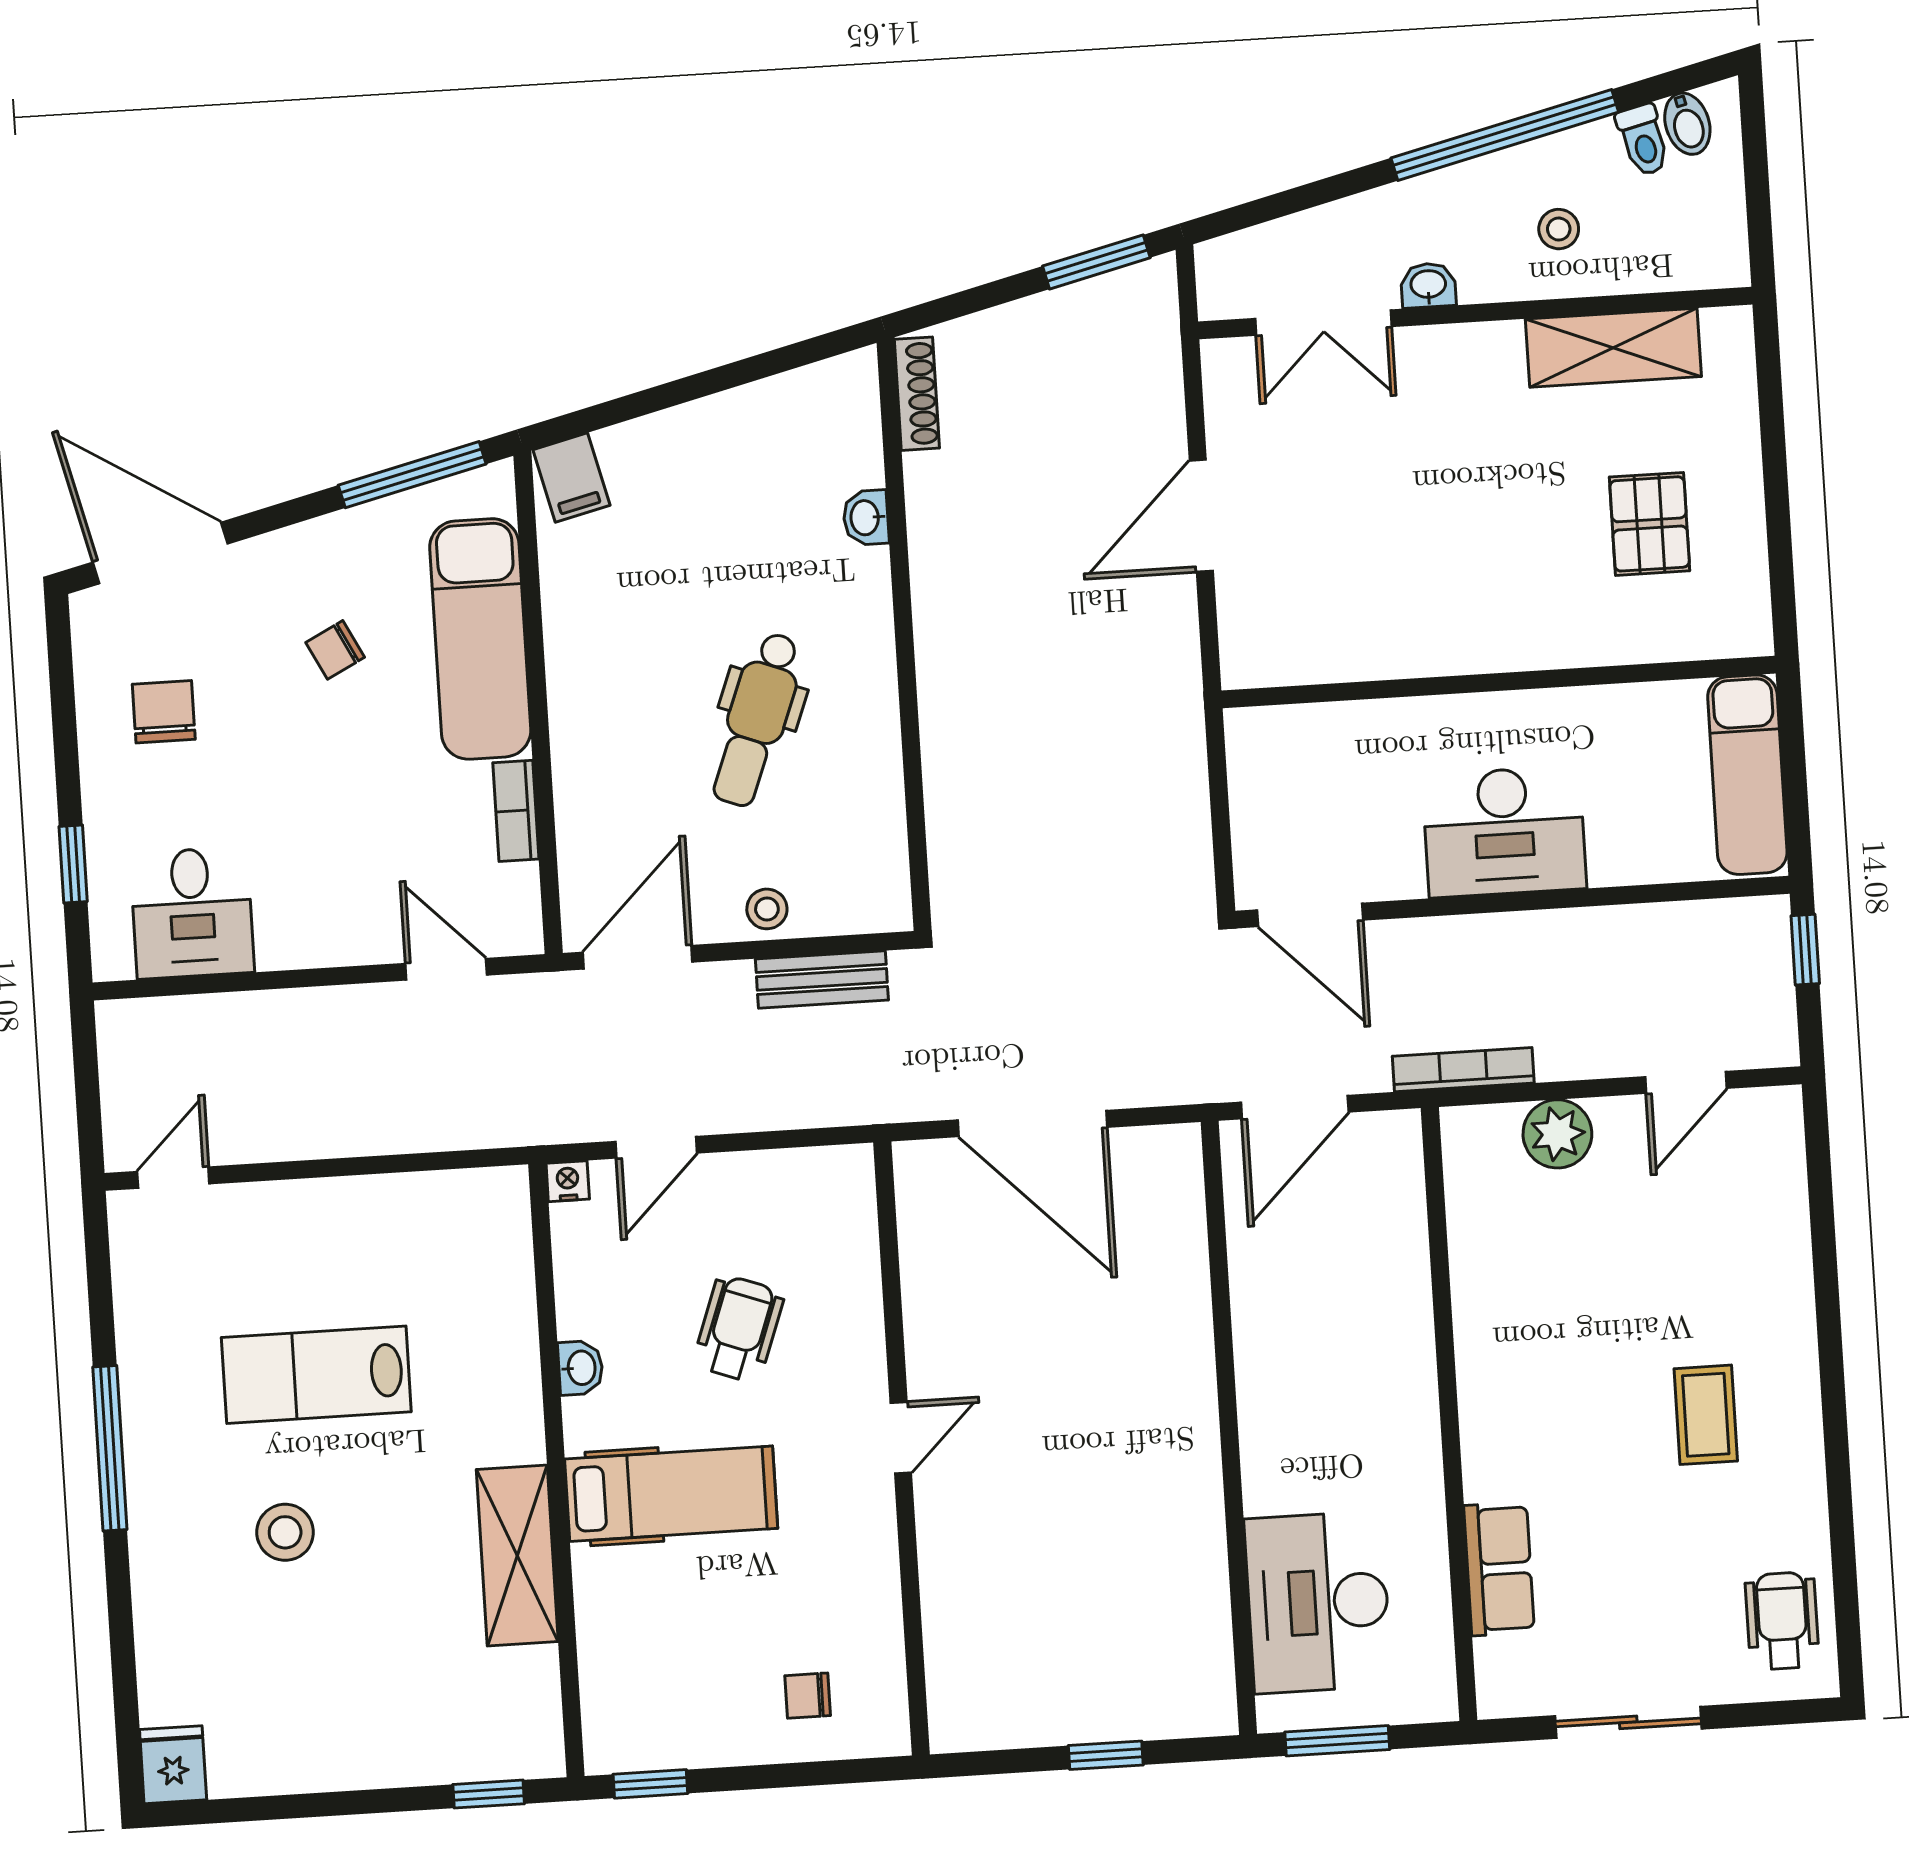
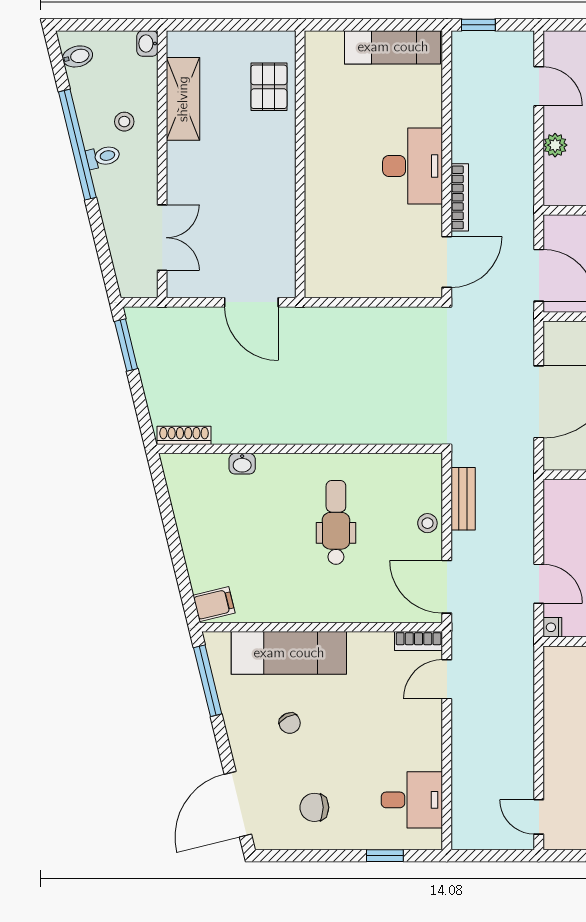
toilet: (1643, 140) -> (103, 157), moved
washbasin: (1428, 285) -> (147, 43), moved
pallet: (1650, 524) -> (269, 87), turned 90
wall: (1499, 682) -> (300, 164), moved
dental chair: (757, 719) -> (336, 522), turned -111
bookcase: (516, 811) -> (419, 641), moved
bookcase: (1463, 1070) -> (460, 197), moved, turned 180
plant: (1557, 1134) -> (555, 145), width x0.73, depth x0.73

